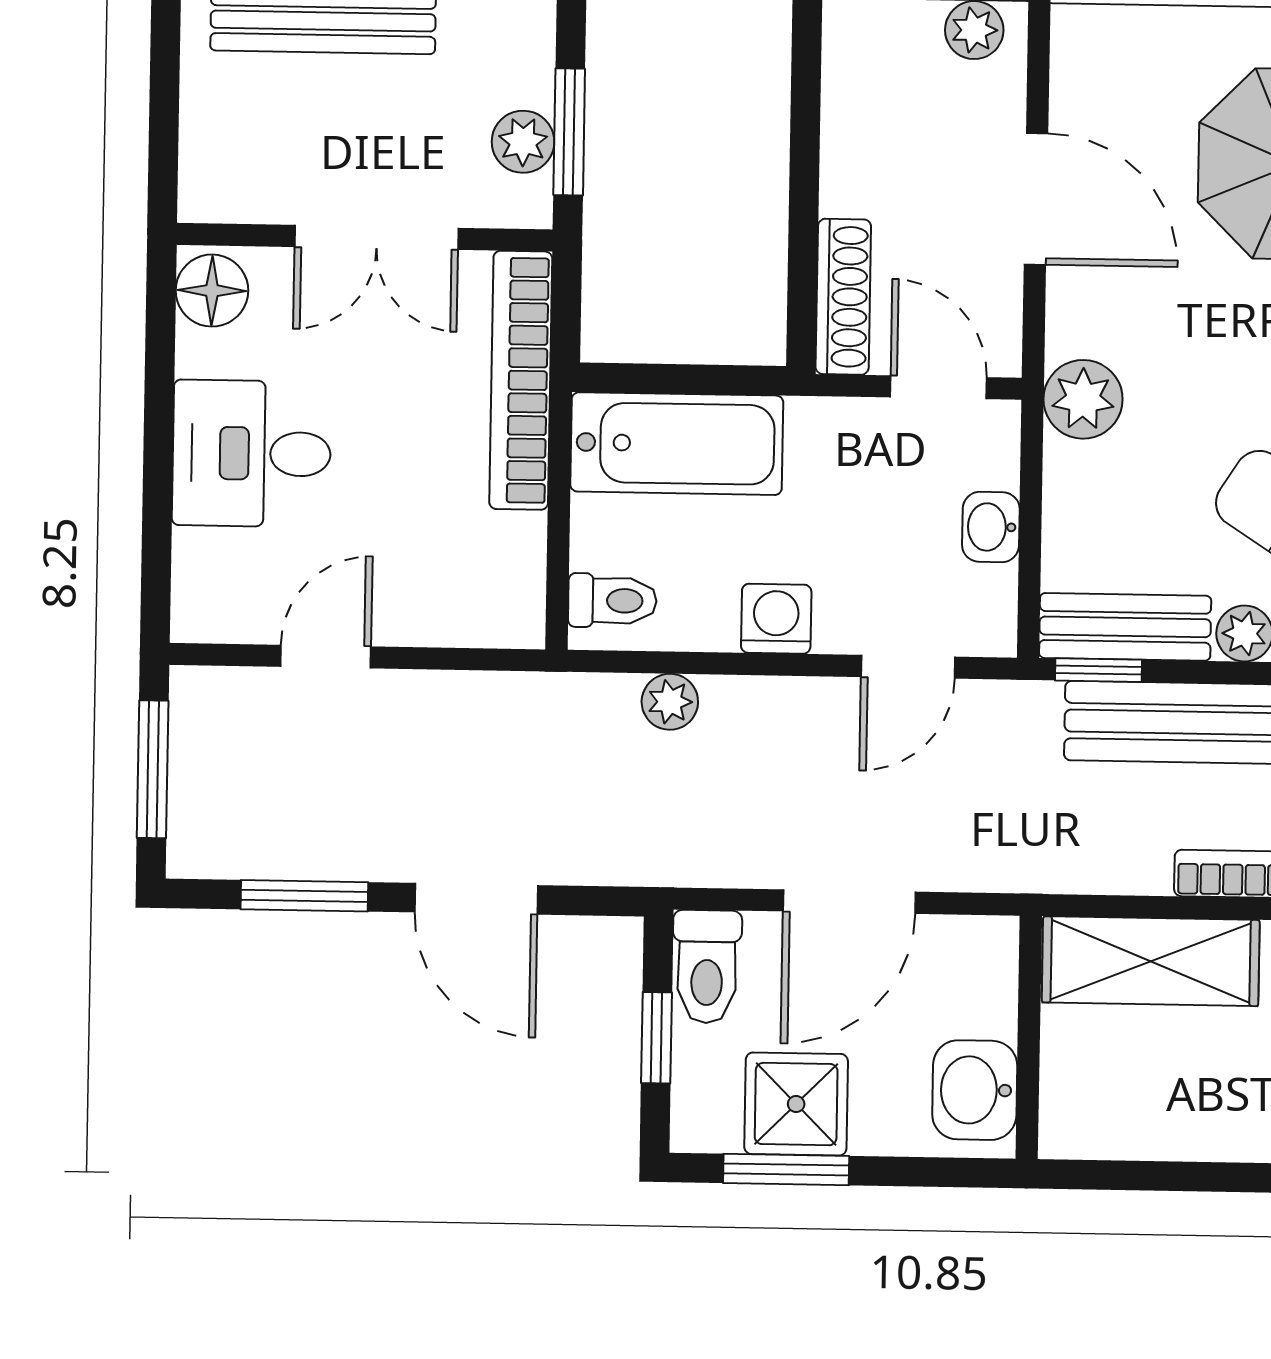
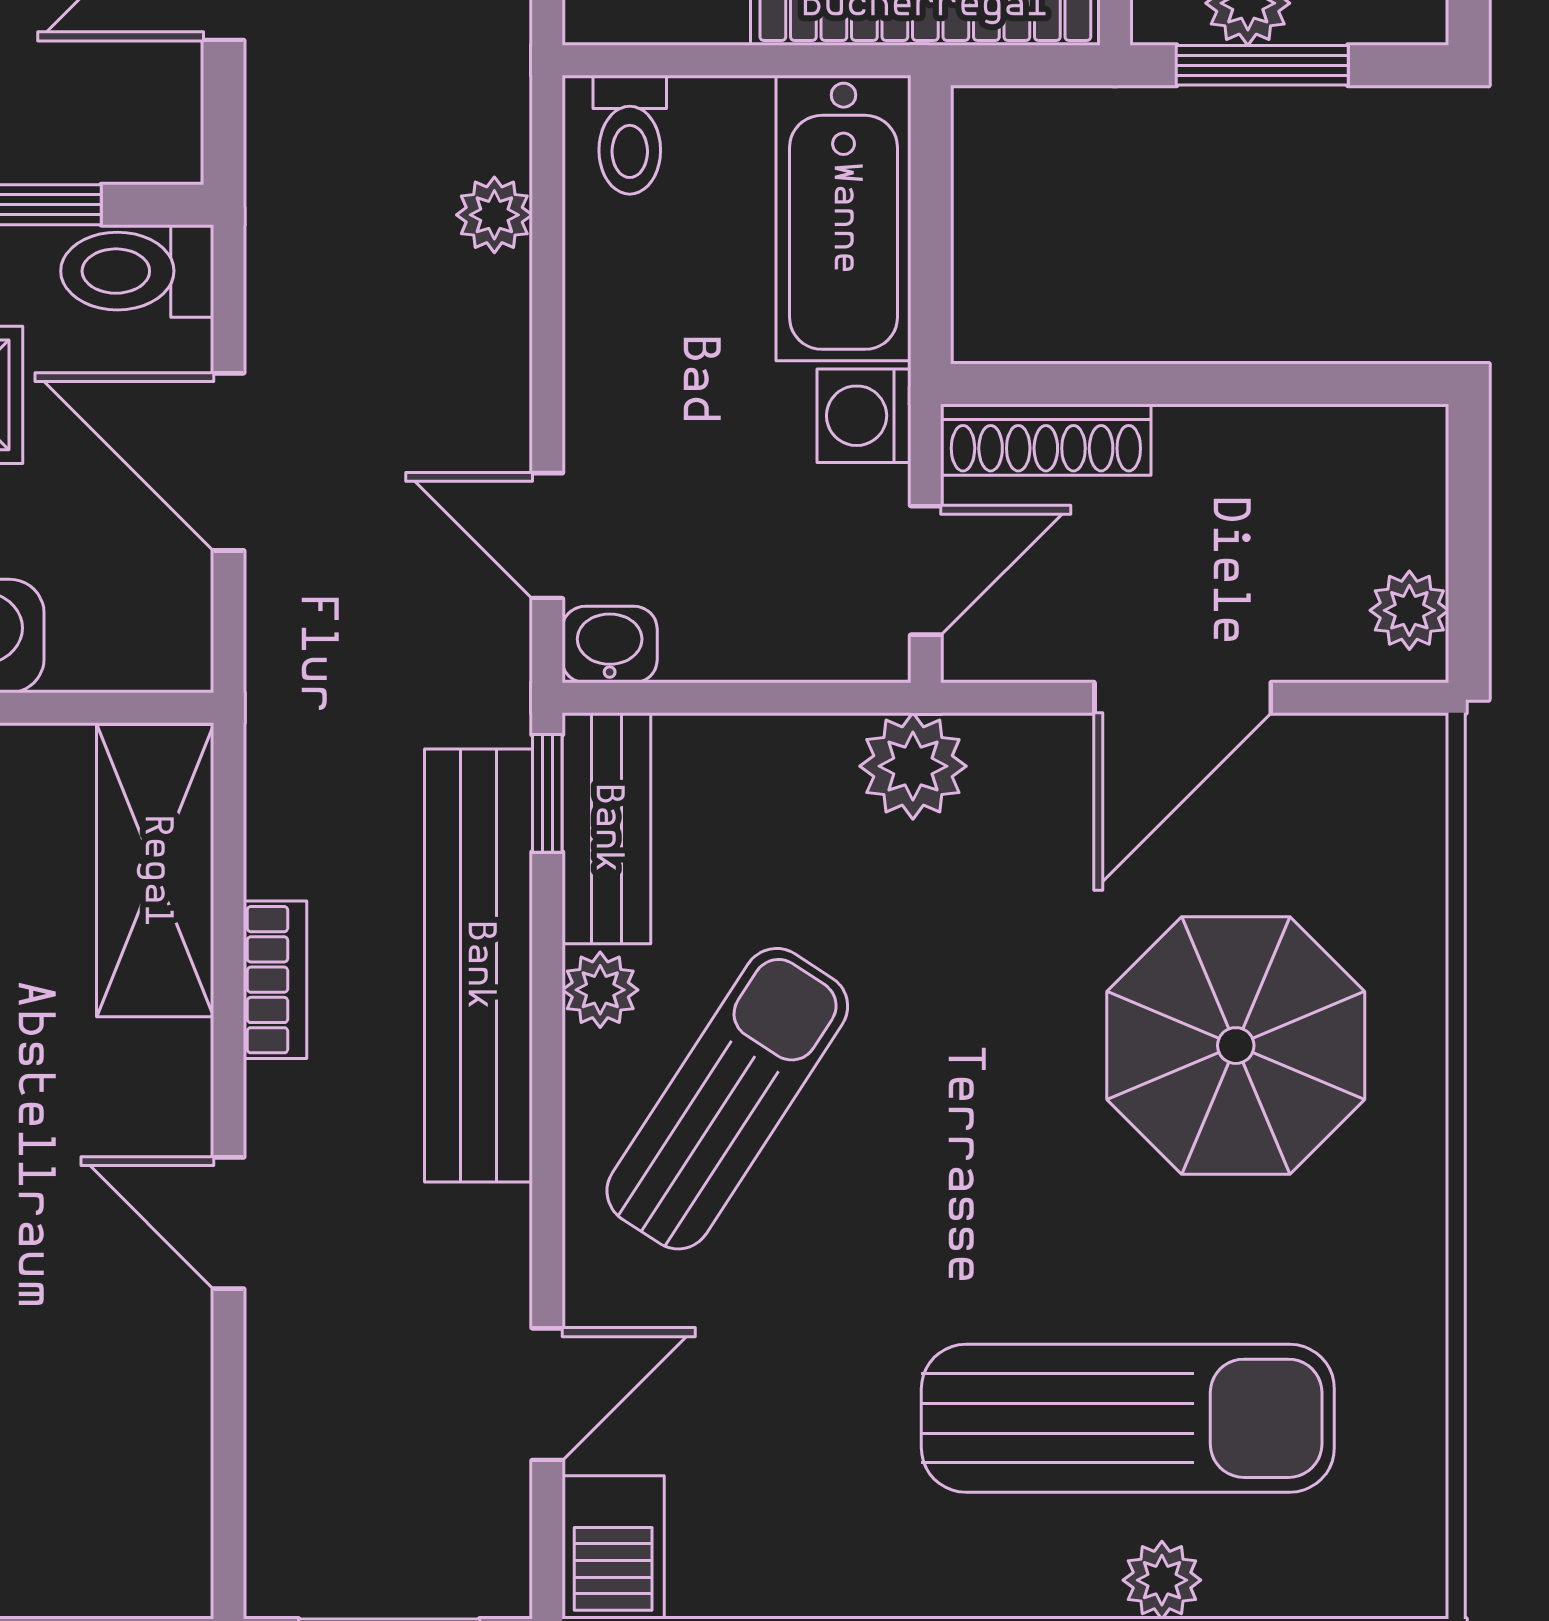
washbasin: (991, 527) -> (610, 644), moved
washing machine: (776, 619) -> (864, 416), moved, turned 180

